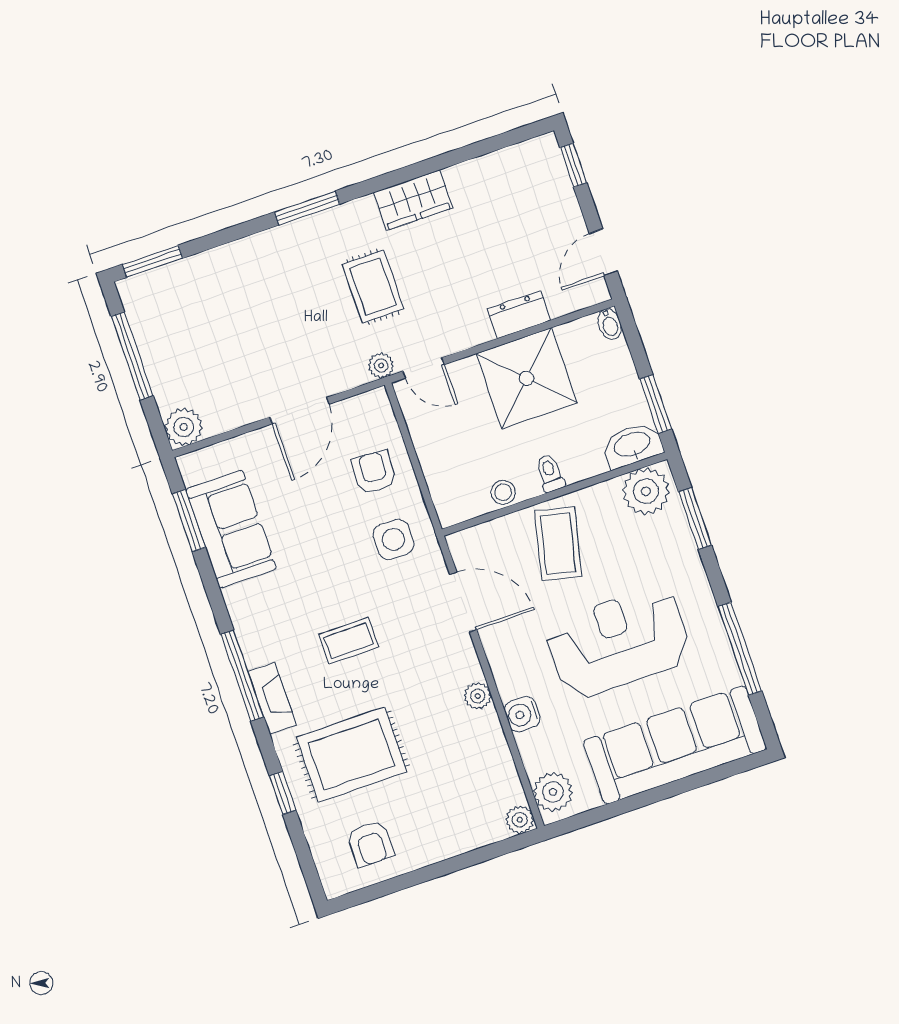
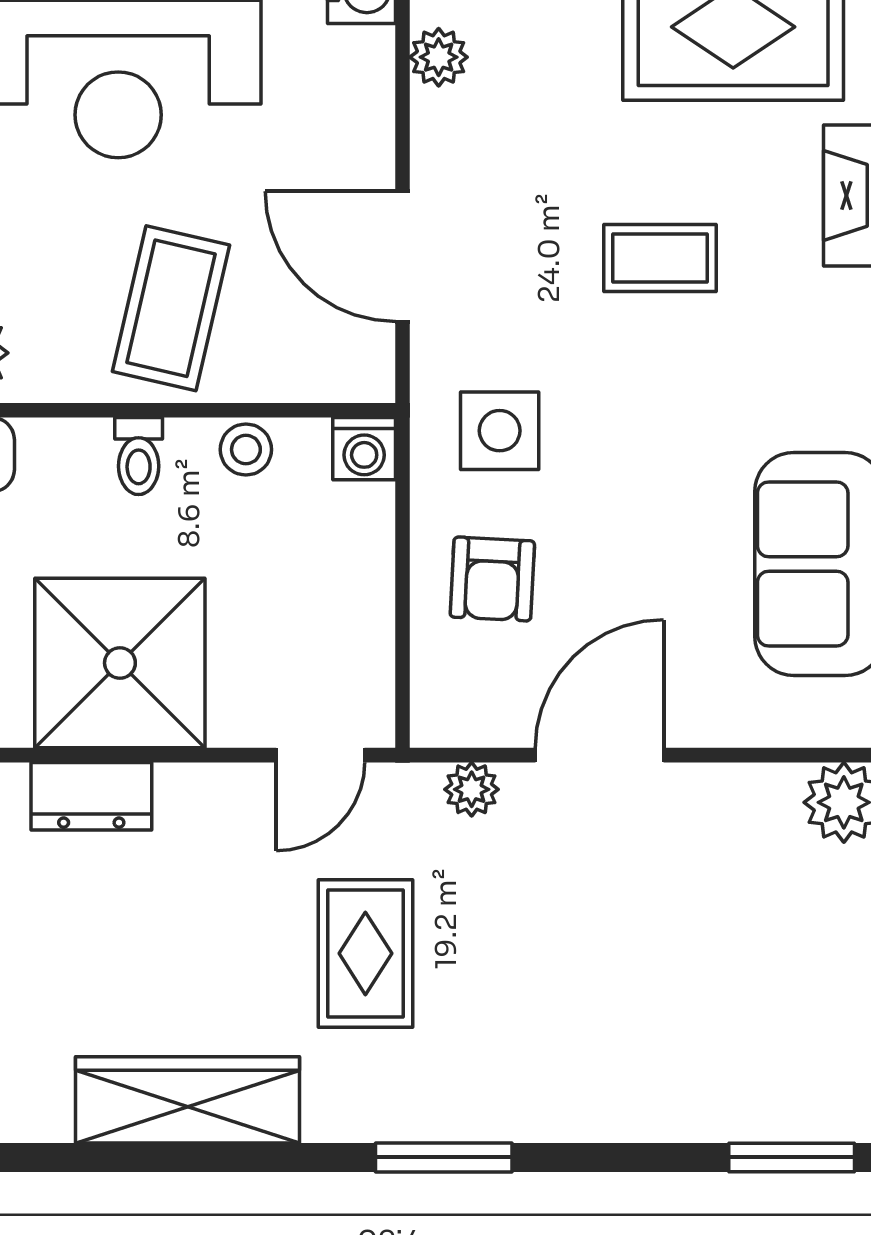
wardrobe: (413, 200) -> (188, 1100), width x1.50
plant: (381, 366) -> (472, 789), moved
door: (423, 368) -> (320, 755), swing flipped
washing machine: (451, 511) -> (364, 449), added

